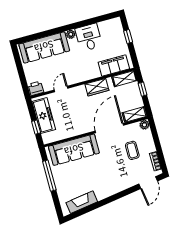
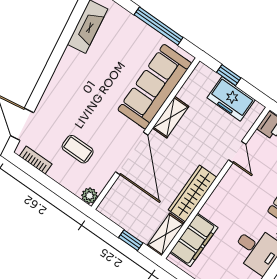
wardrobe: (97, 87) -> (193, 193), width x1.50
shelving: (135, 114) -> (171, 117), moved
freezer: (44, 115) -> (231, 99), width x0.71

